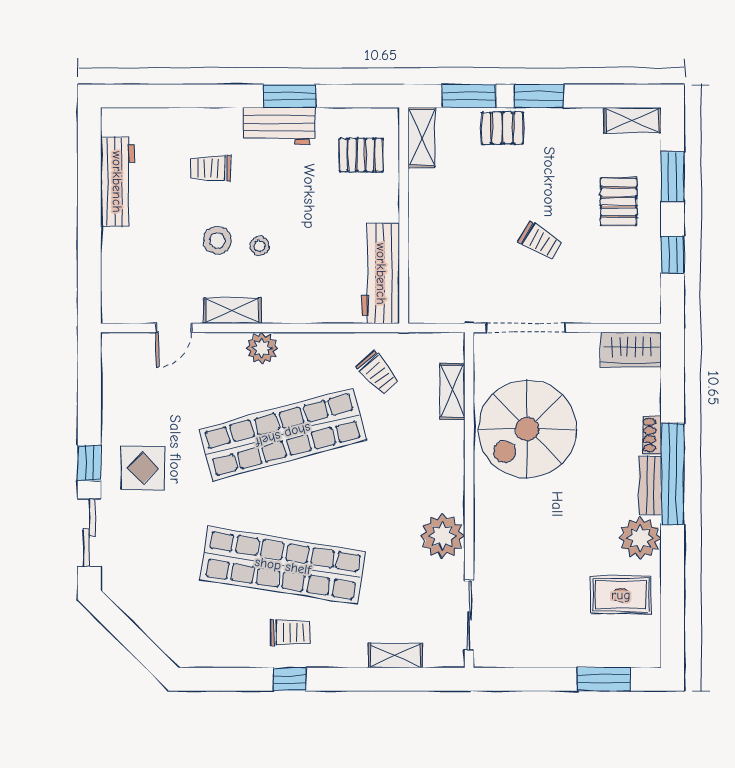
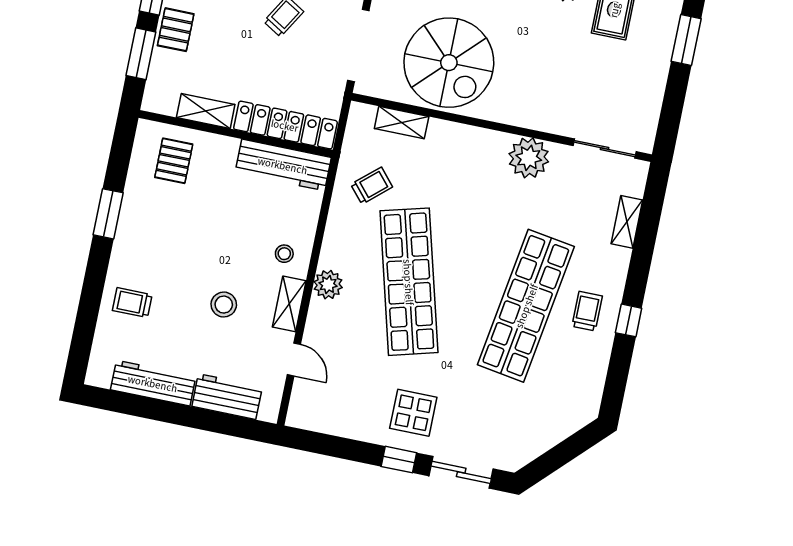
workbench: (279, 126) -> (227, 397), moved, turned -90
shelving: (422, 137) -> (206, 111), moved
trolley: (210, 168) -> (132, 303), moved, turned 90
stool: (260, 246) -> (284, 254), moved
locker: (424, 267) -> (285, 125), added

